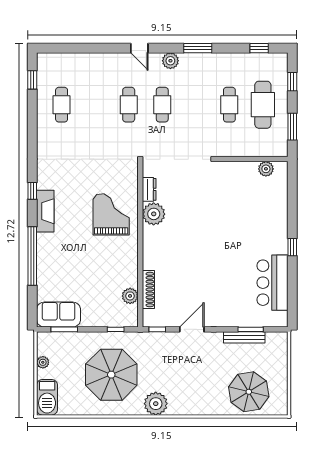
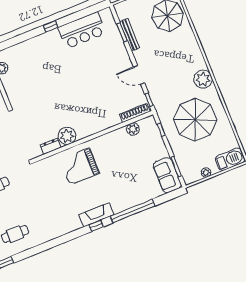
window: (32, 191) -> (96, 226), moved
shoe rack: (148, 290) -> (135, 113), moved

